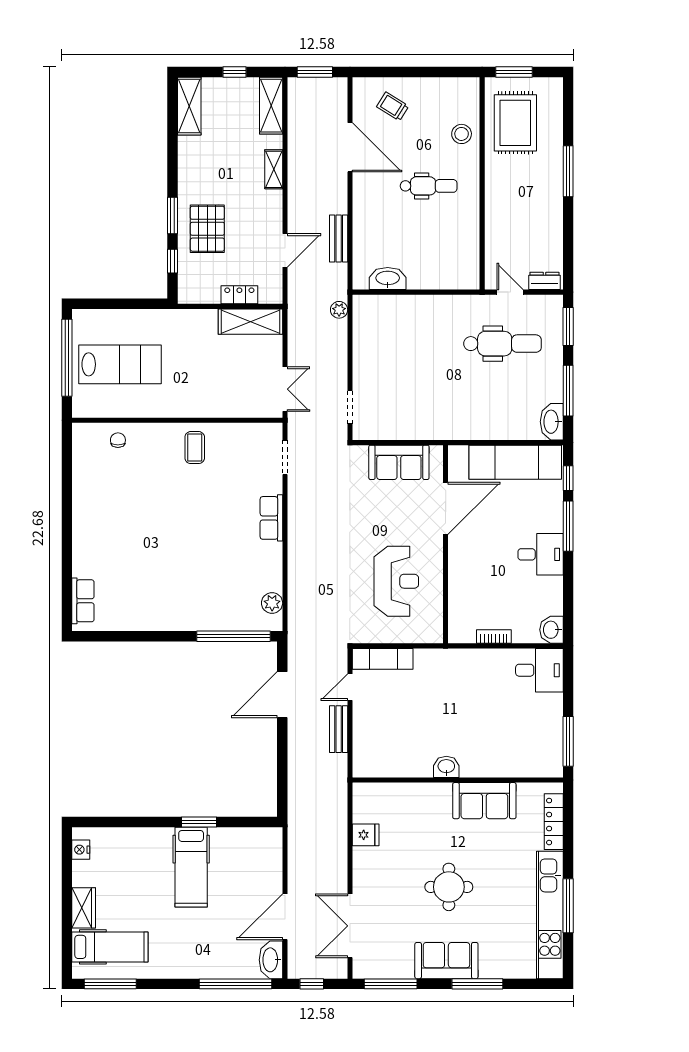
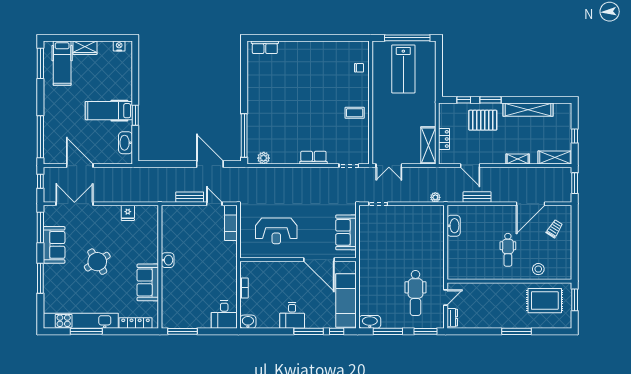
shelving: (189, 106) -> (528, 110), moved, width x1.47
round table: (449, 887) -> (97, 262), turned -32
washbasin: (271, 960) -> (125, 143), moved, turned -90
sofa: (446, 961) -> (54, 245), moved

